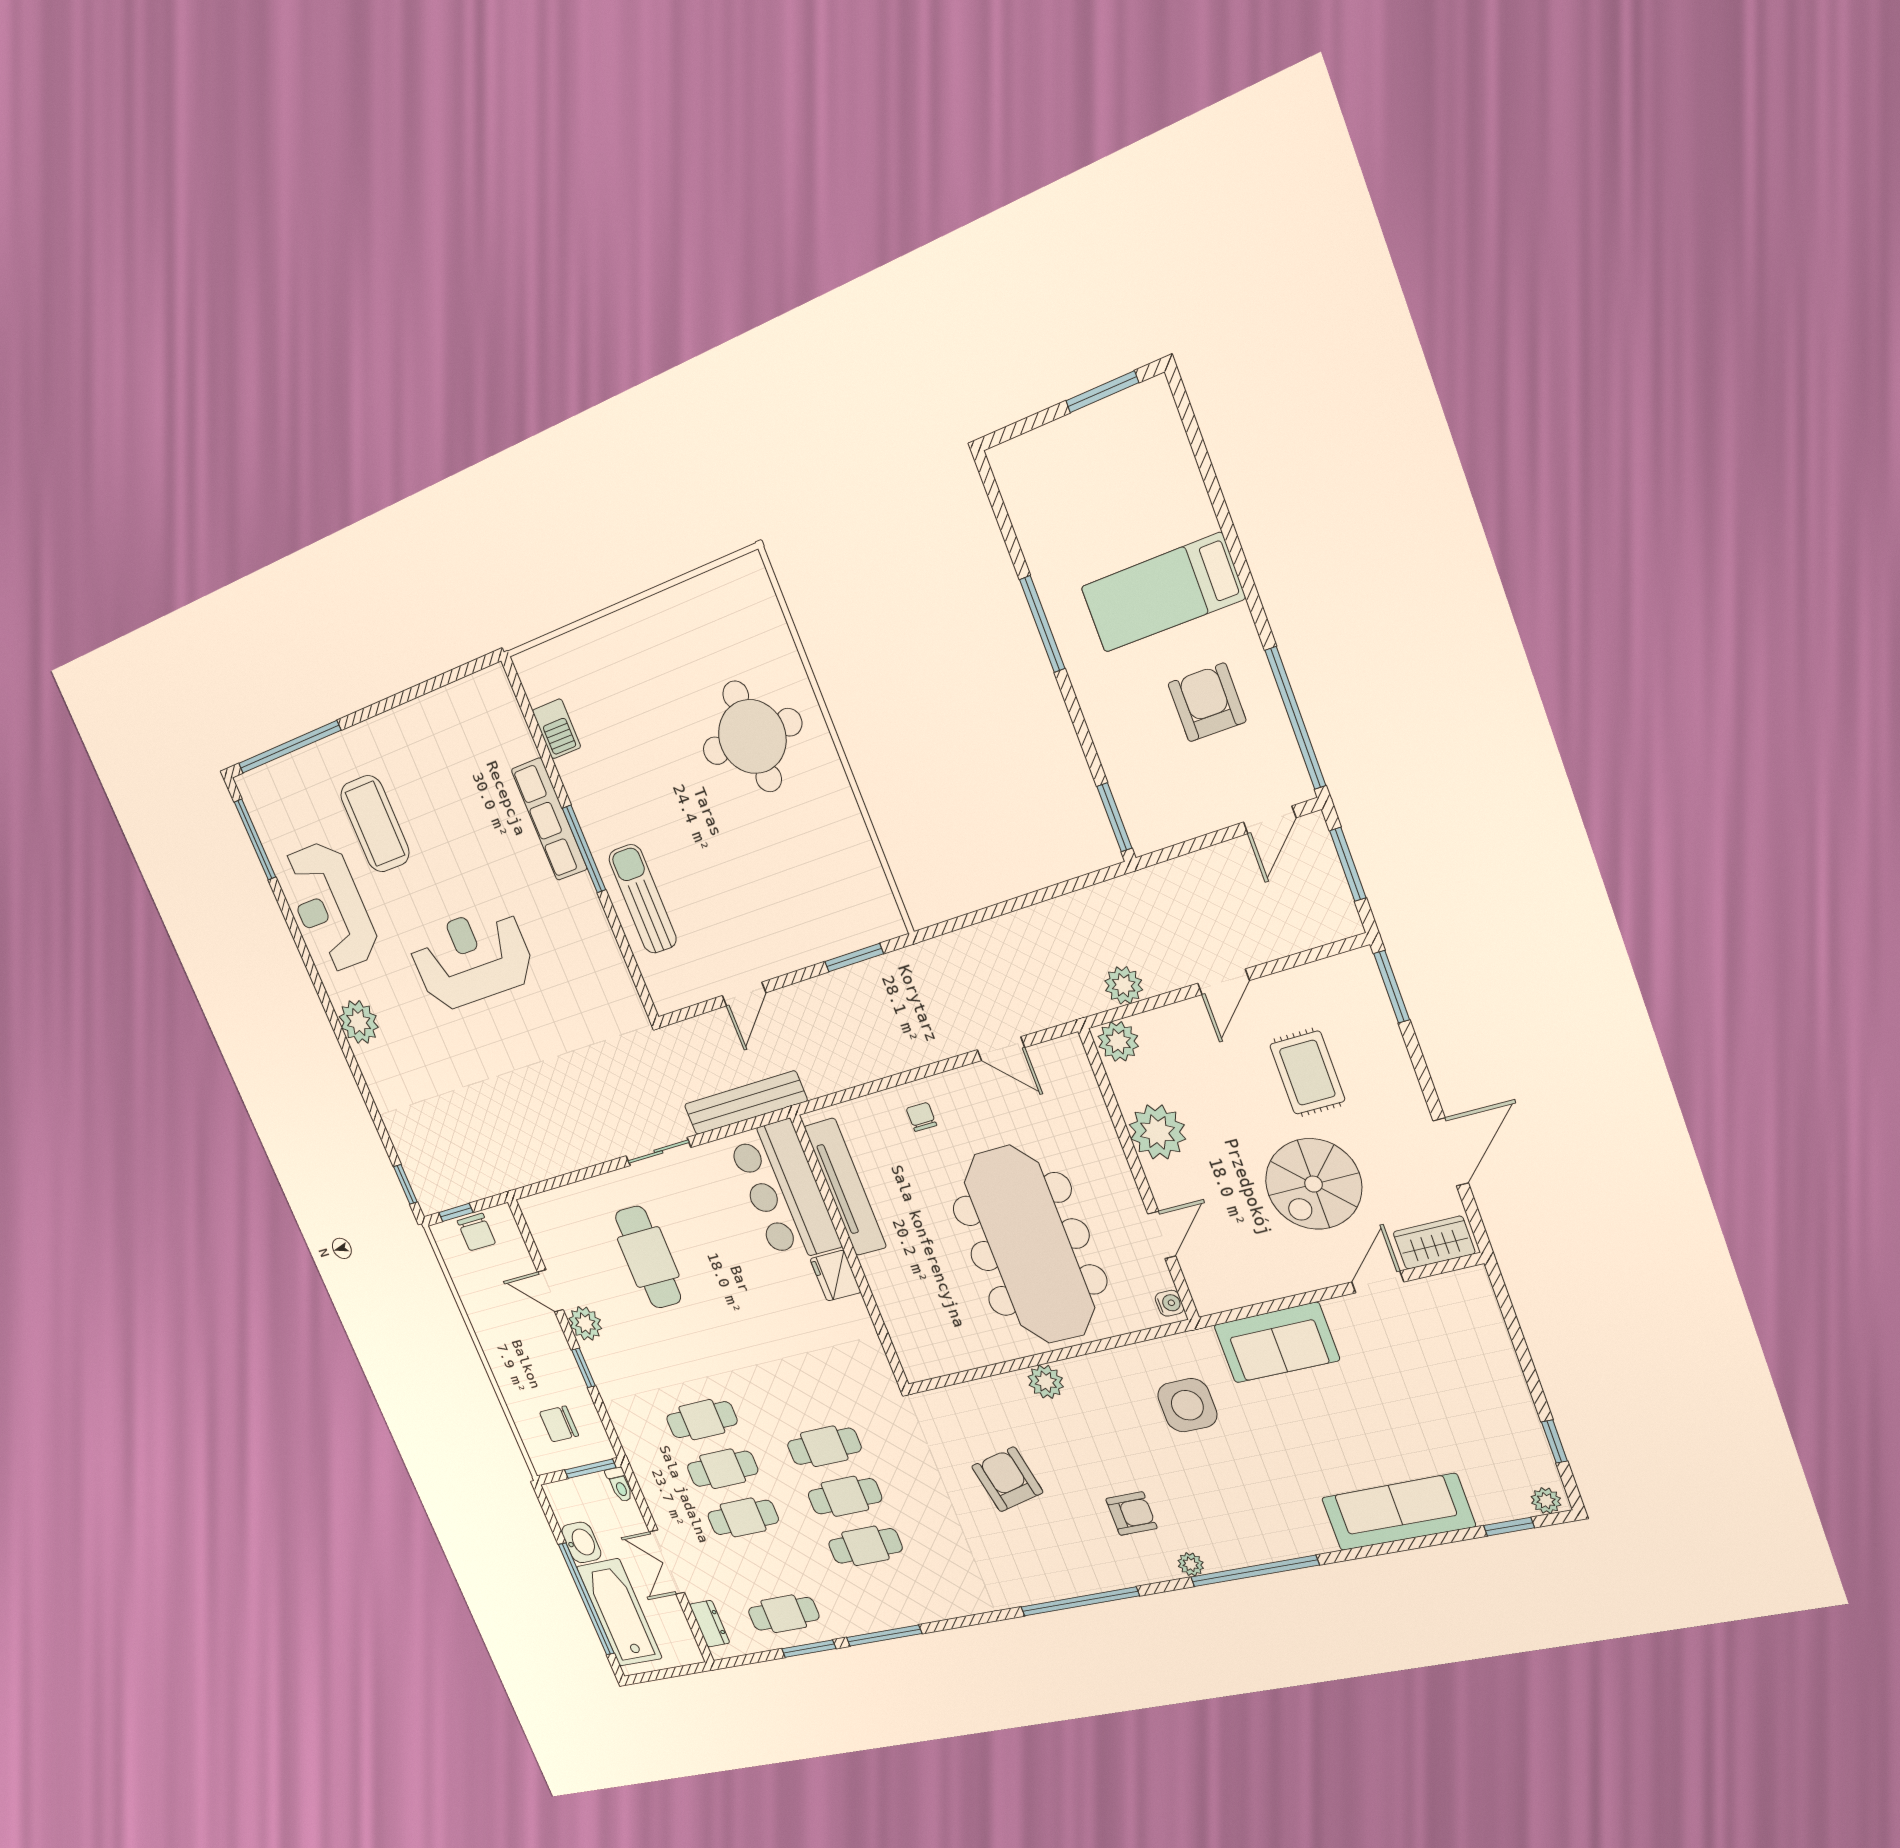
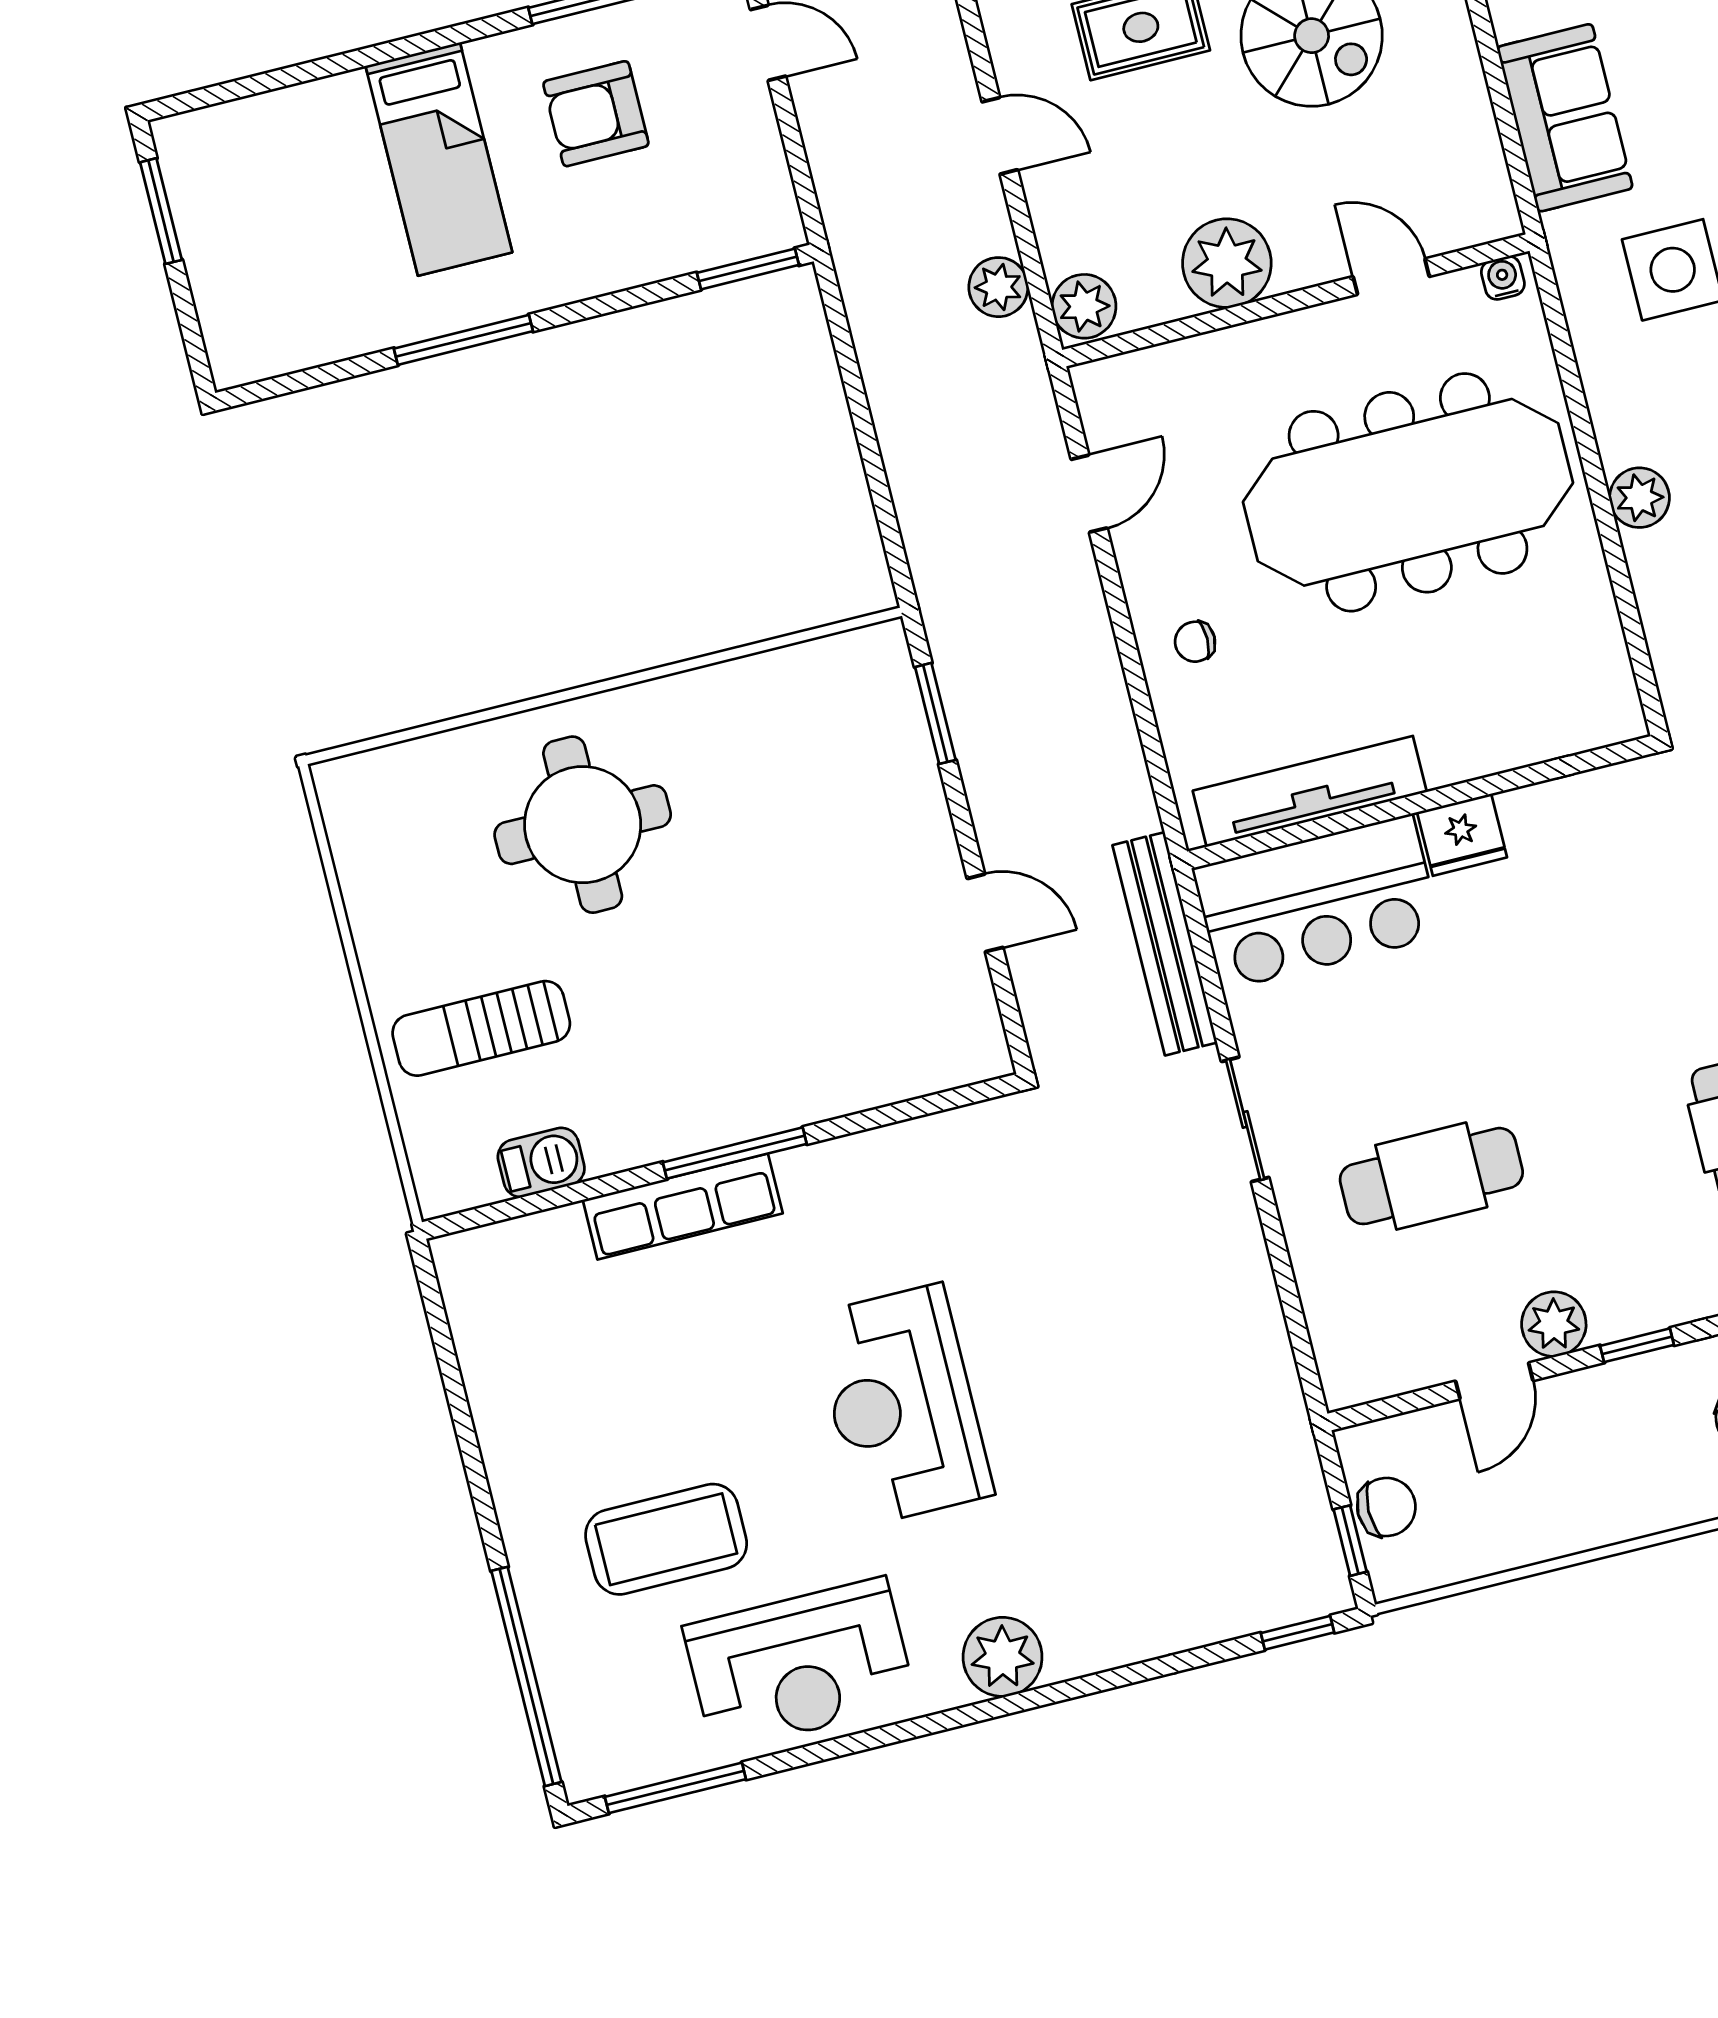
sun lounger: (643, 899) -> (481, 1028), moved

